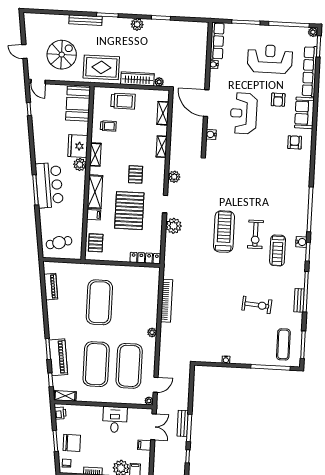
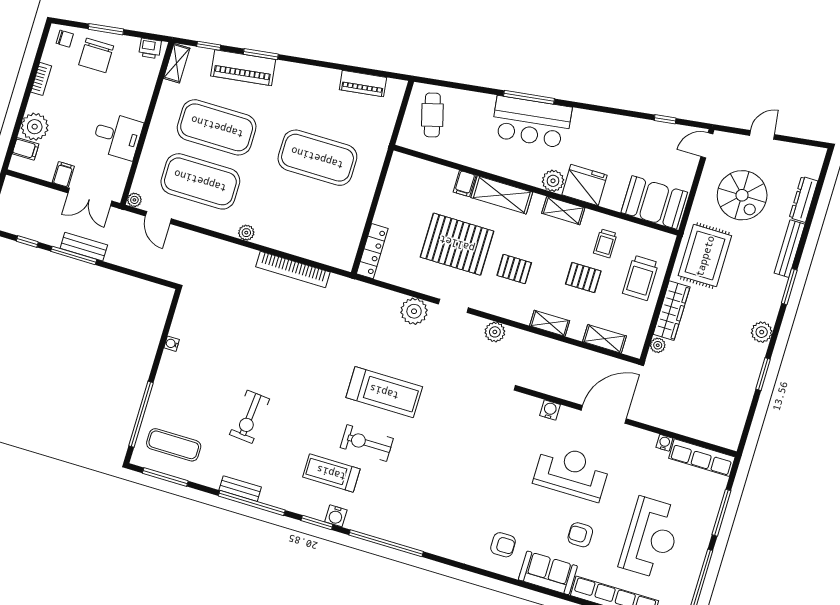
dresser: (55, 19) -> (804, 199), added
pallet: (96, 243) -> (583, 278), moved

